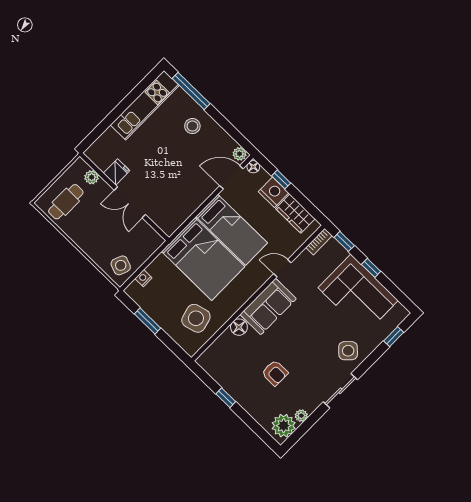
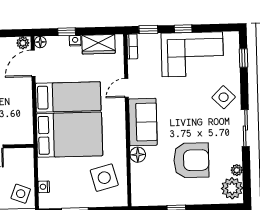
nightstand: (273, 192) -> (75, 41), width x0.53, depth x0.56
armchair: (275, 373) -> (191, 160), width x1.88, depth x1.88

